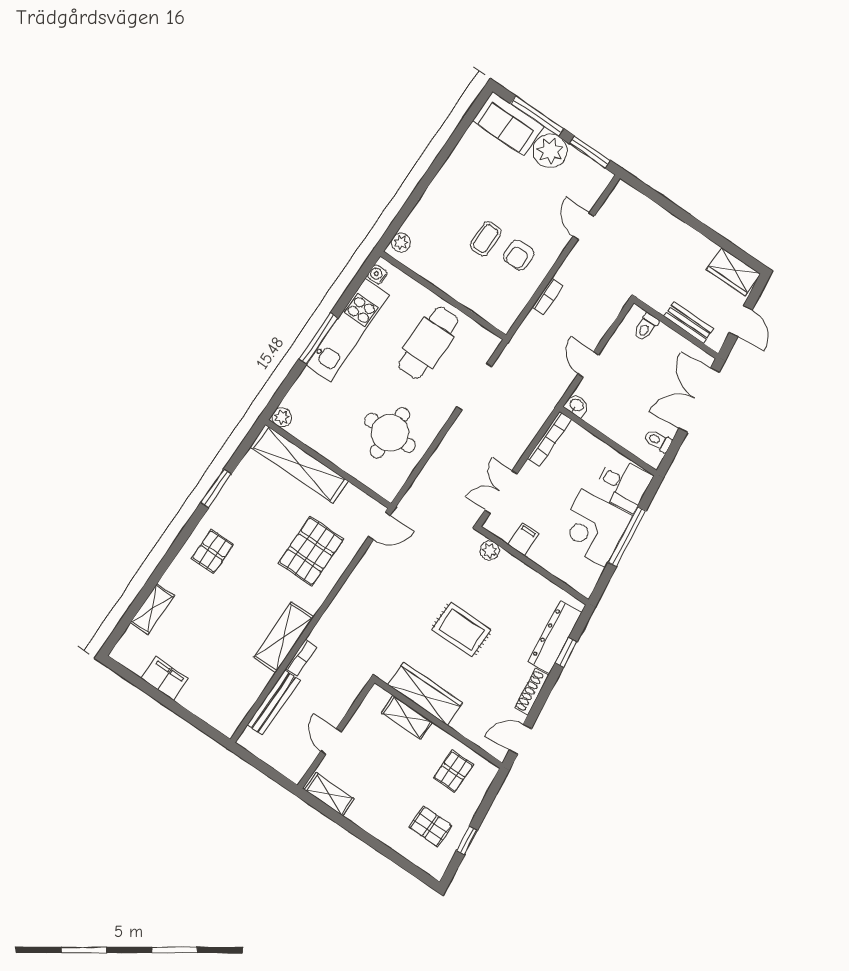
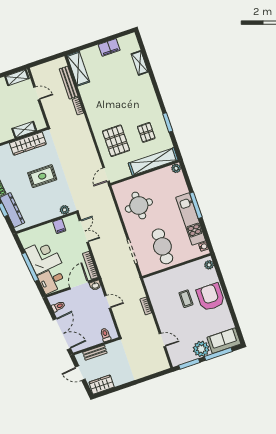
armchair: (519, 255) -> (210, 297), moved, width x1.88, depth x1.88
door: (596, 433) -> (79, 285), added
pallet: (212, 551) -> (146, 132), moved
shelving: (284, 637) -> (78, 69), moved

